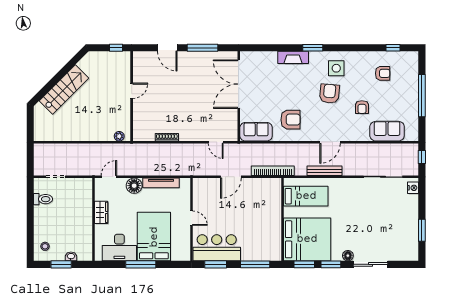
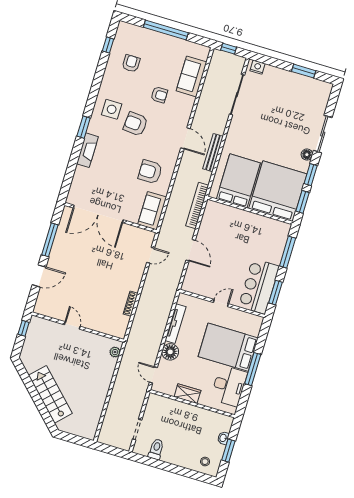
armchair: (290, 120) -> (150, 172), turned -90
bed: (306, 196) -> (238, 181), width x1.50

